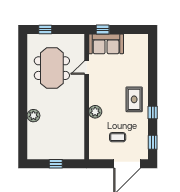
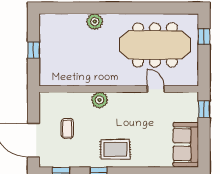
sofa: (106, 44) -> (186, 145), moved
meeting table: (52, 68) -> (155, 45), width x1.36

